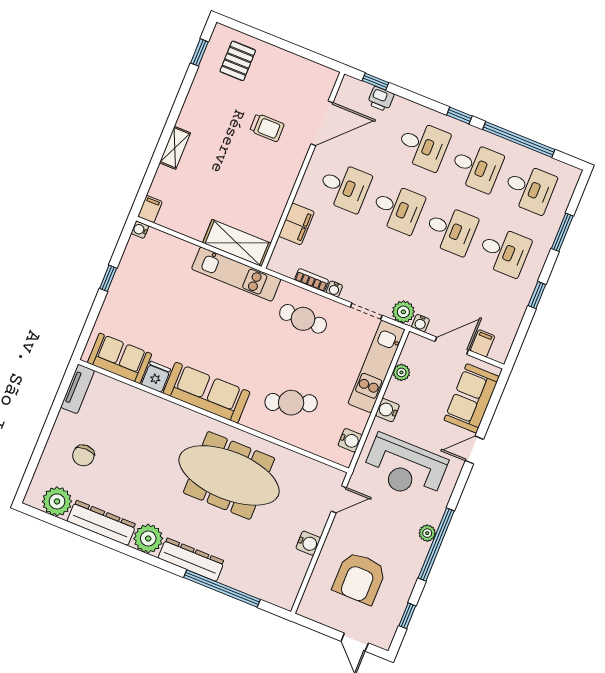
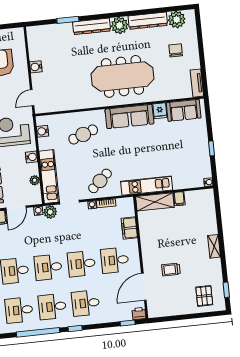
printer: (381, 99) -> (139, 313), moved
shelving: (175, 148) -> (214, 246), moved
filing cabinet: (150, 209) -> (179, 199), moved
cafe table: (303, 319) -> (100, 181), turned -42
meeting table: (229, 475) -> (122, 76), moved
window: (222, 588) -> (68, 20), width x0.47

